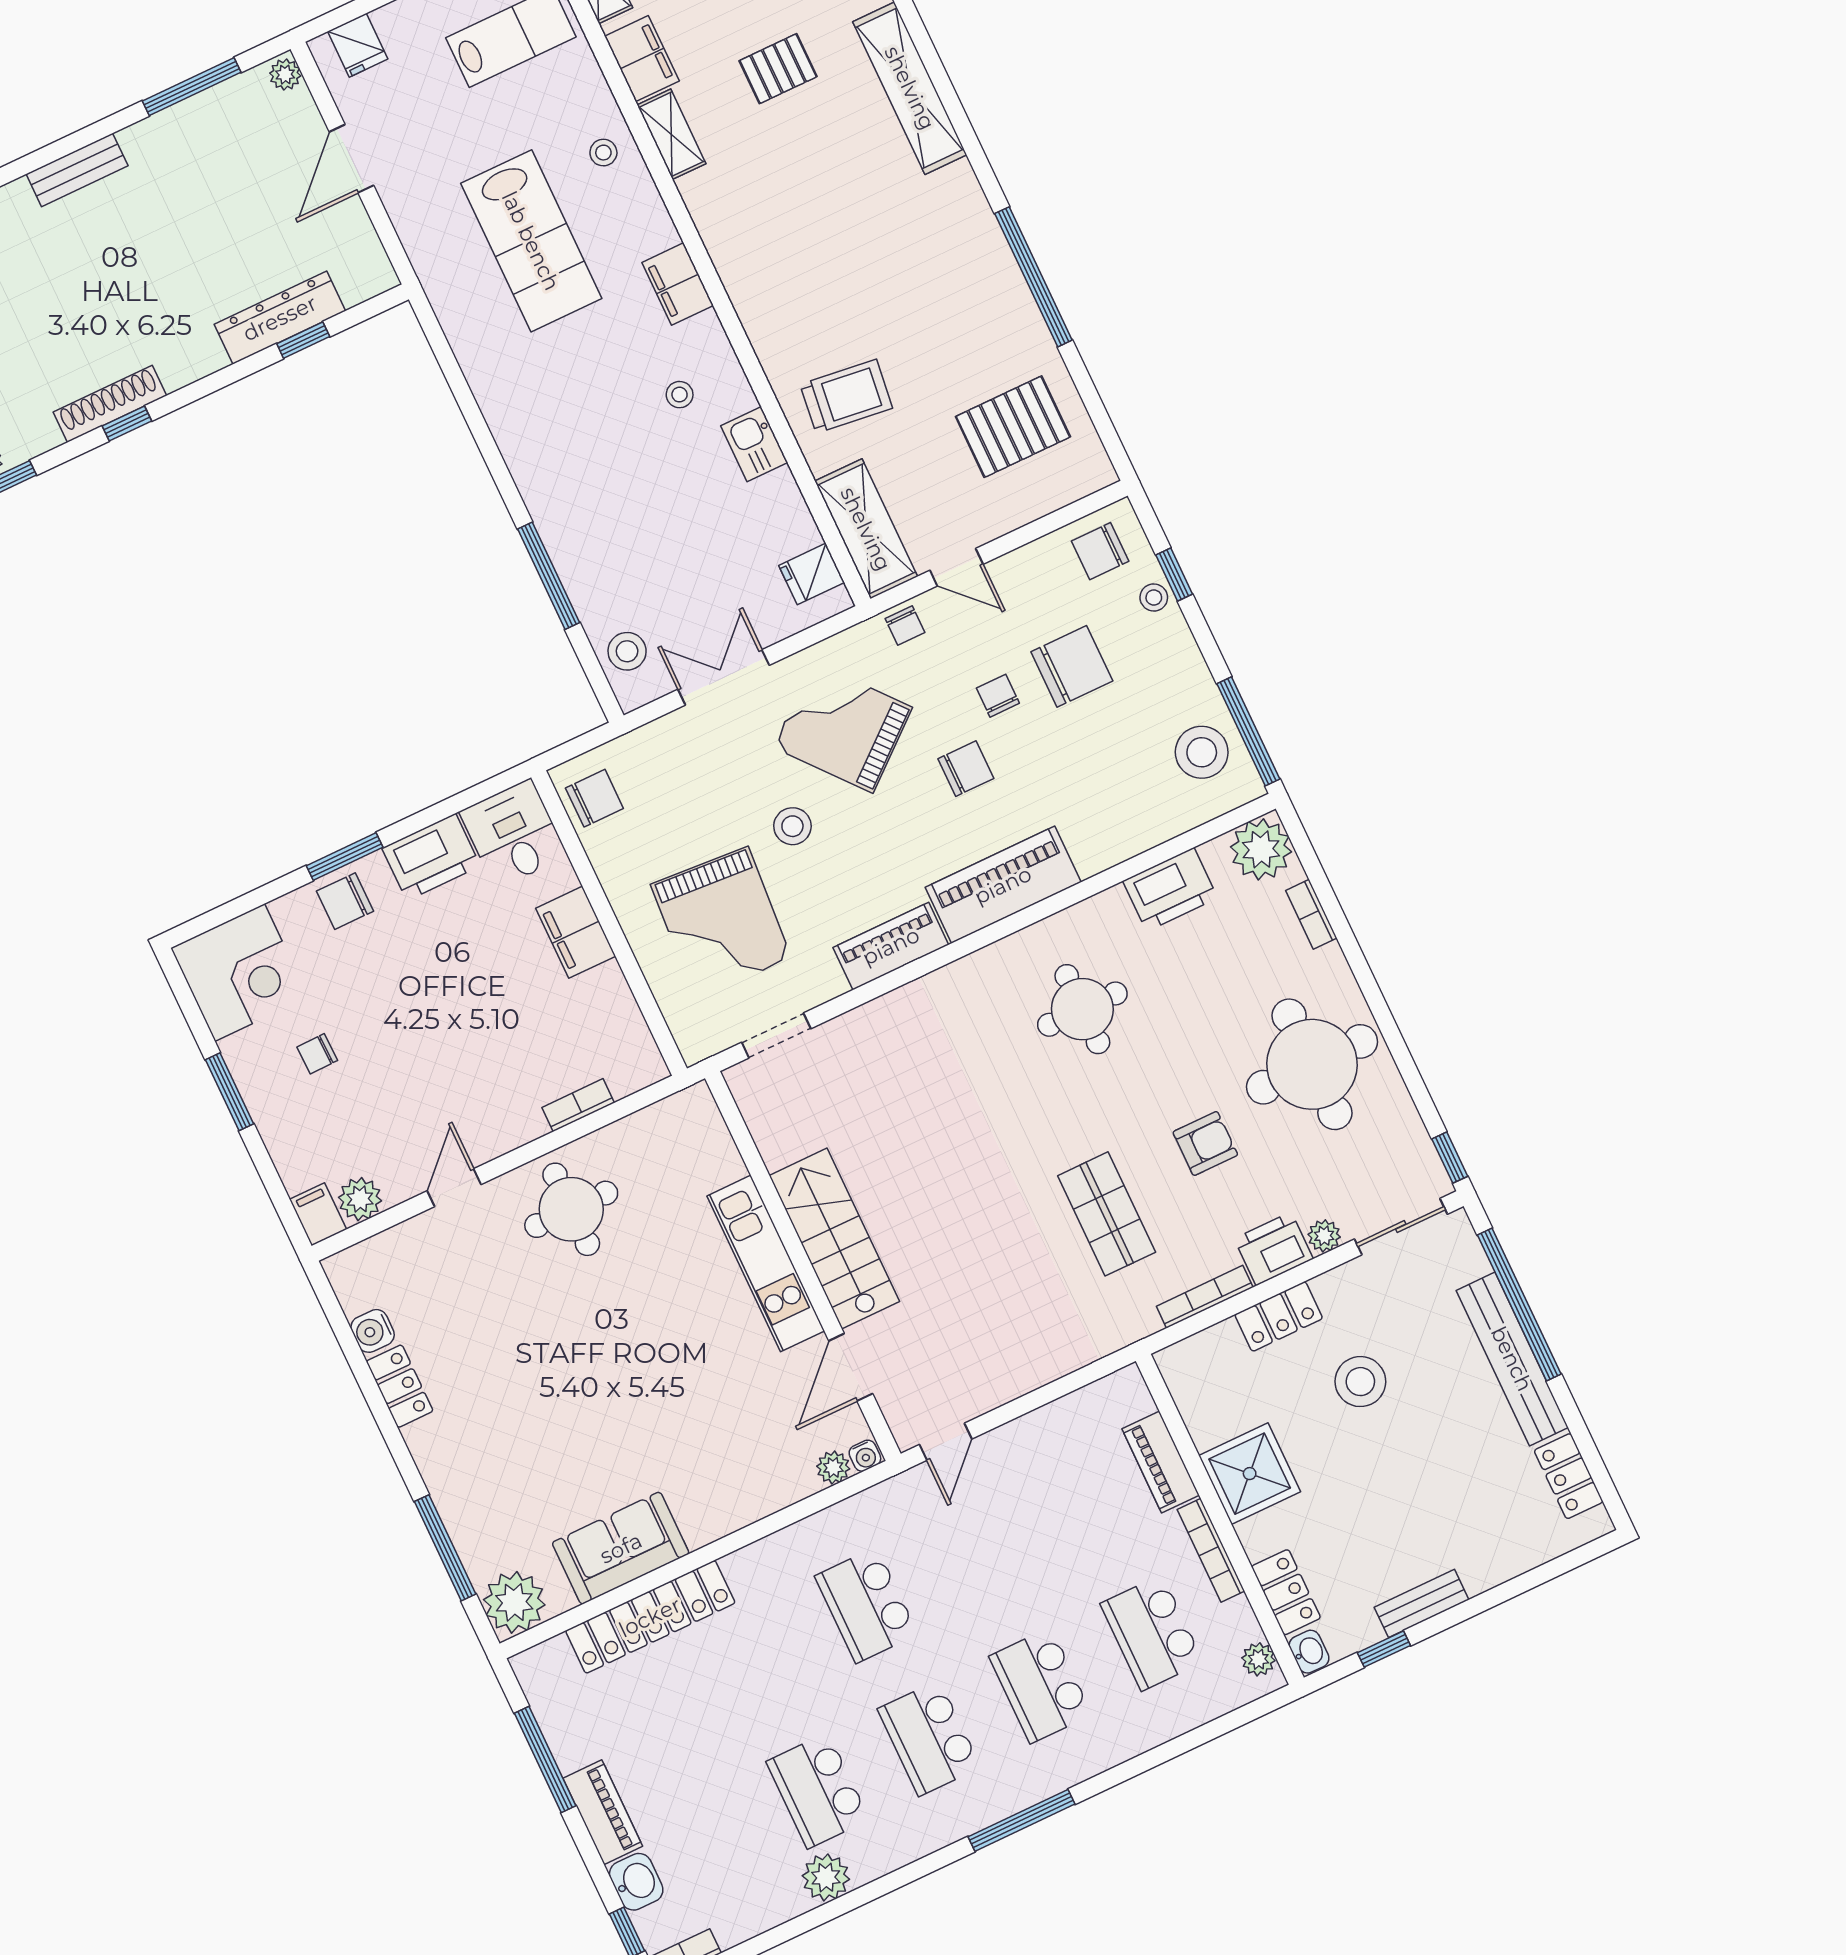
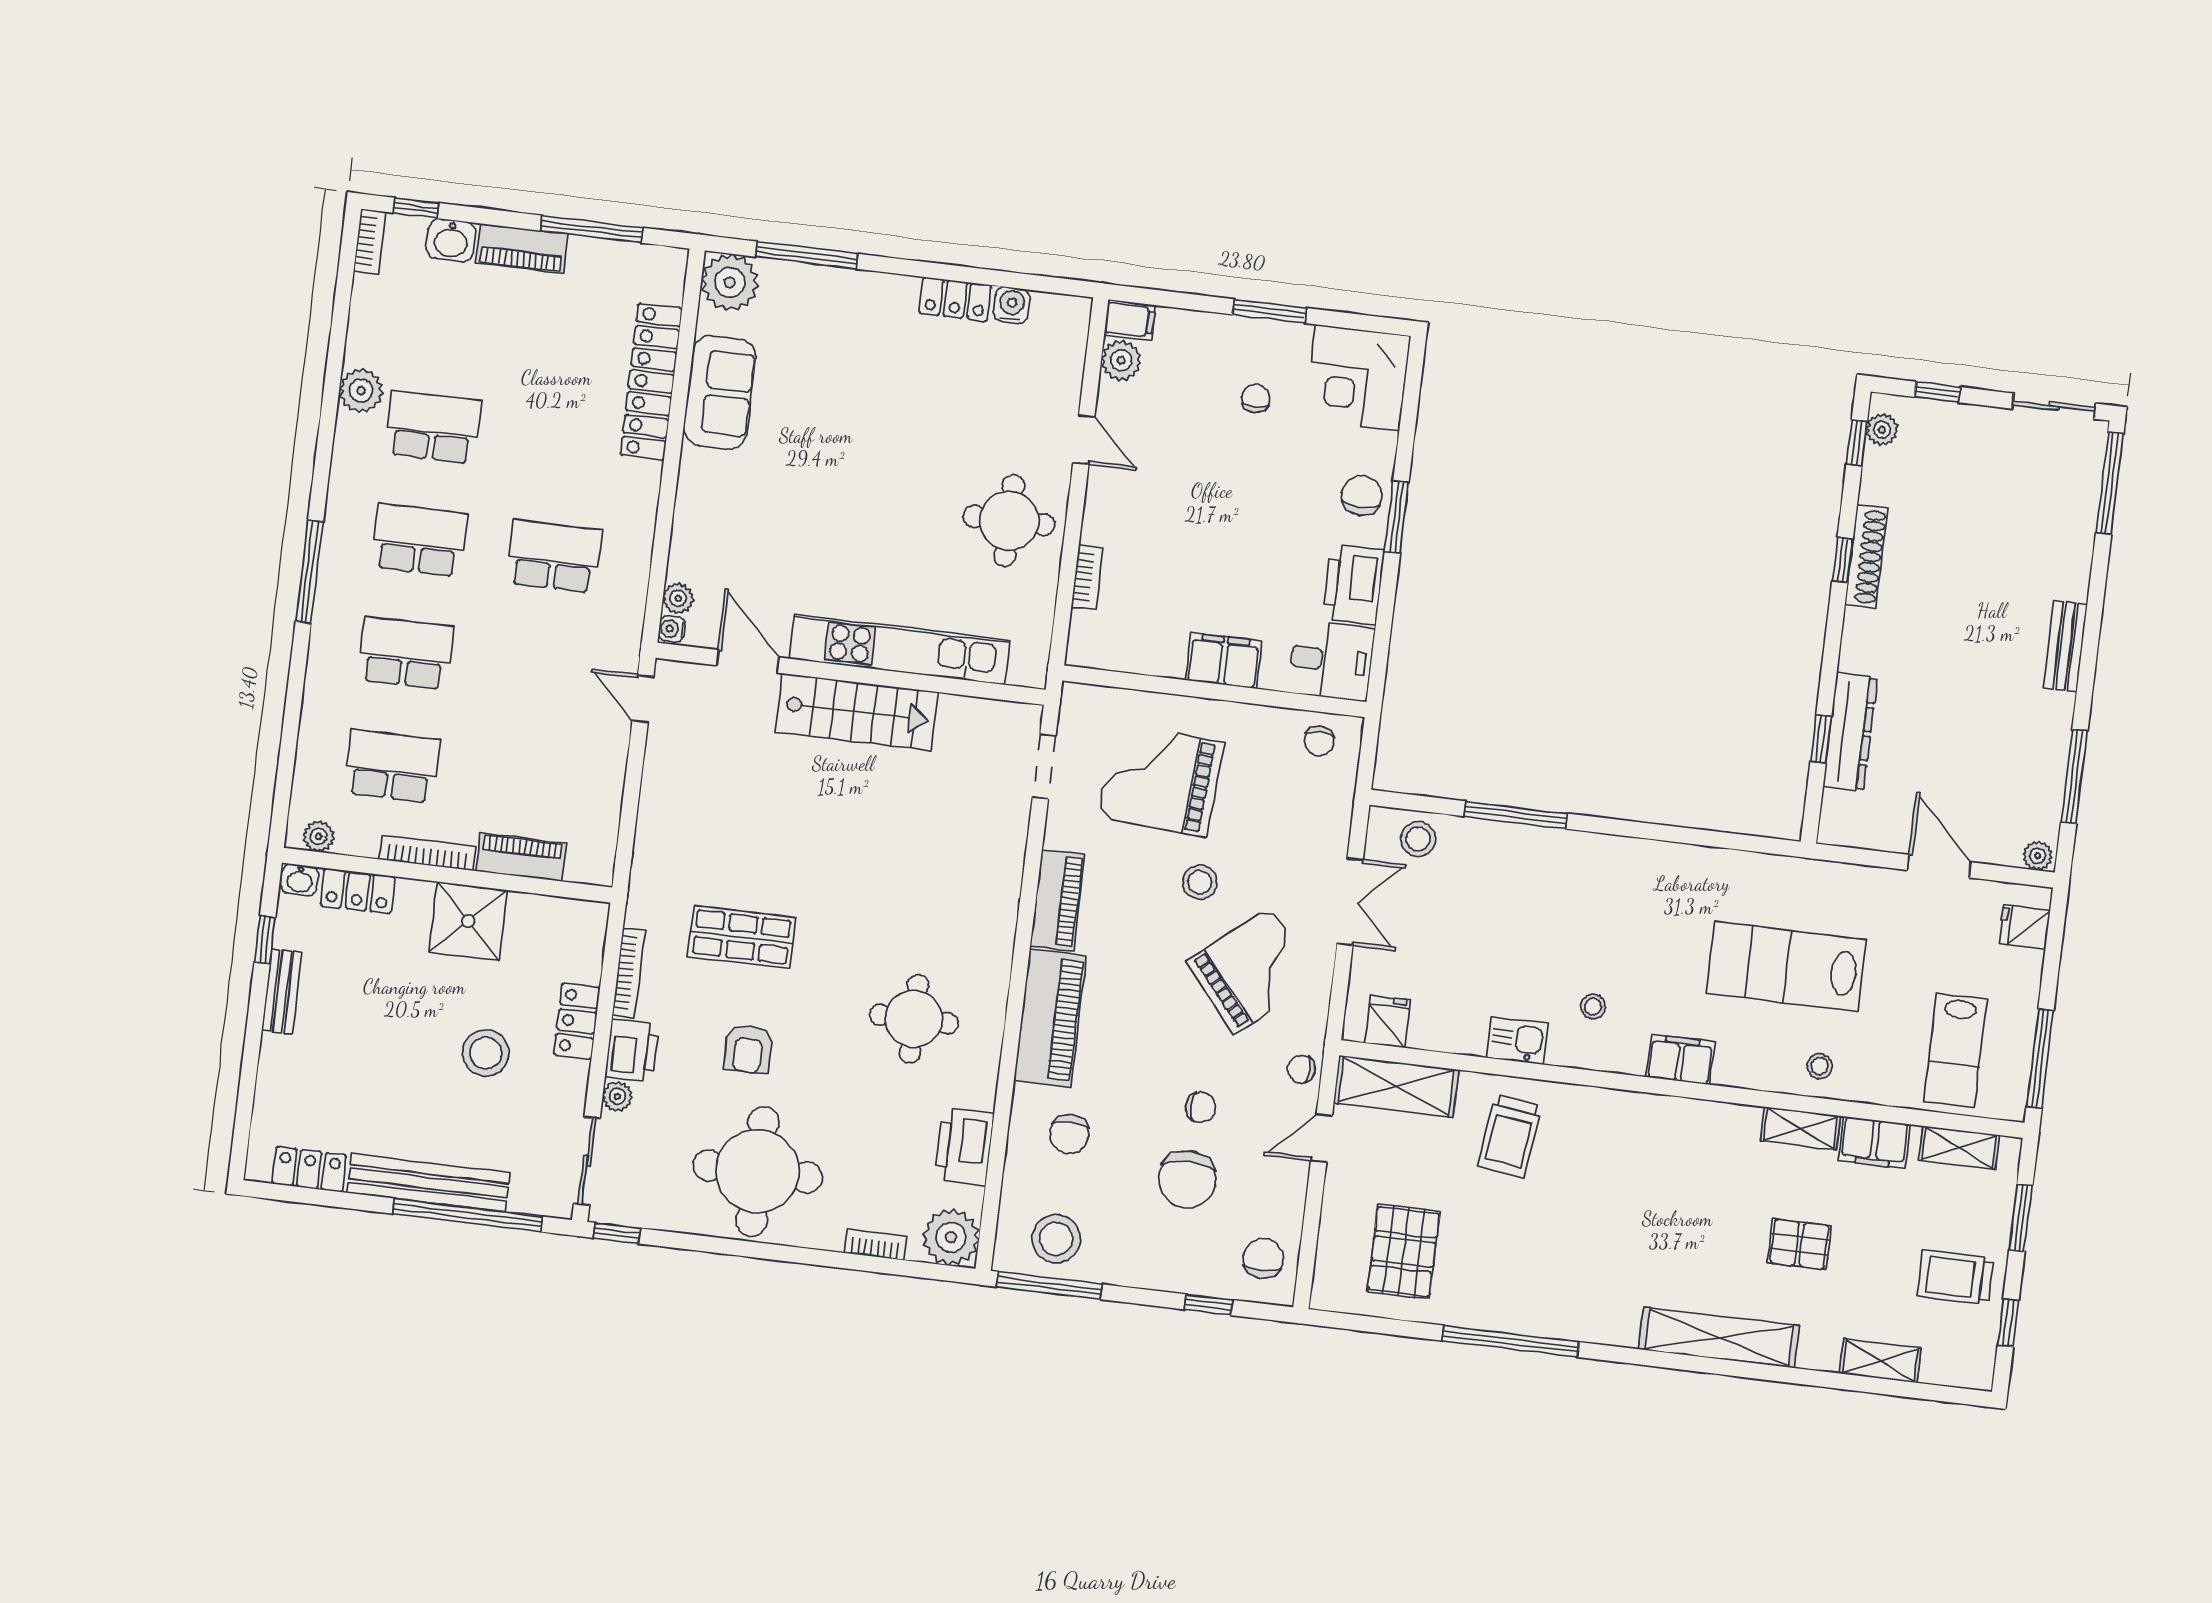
pallet: (778, 69) -> (1799, 1244), turned 90
stool: (1154, 597) -> (1201, 1278), removed
chair: (966, 769) -> (1069, 1134), moved
chair: (594, 798) -> (1319, 741), width x0.73, depth x0.73
kitchen unit: (766, 1263) -> (900, 649), width x1.36

